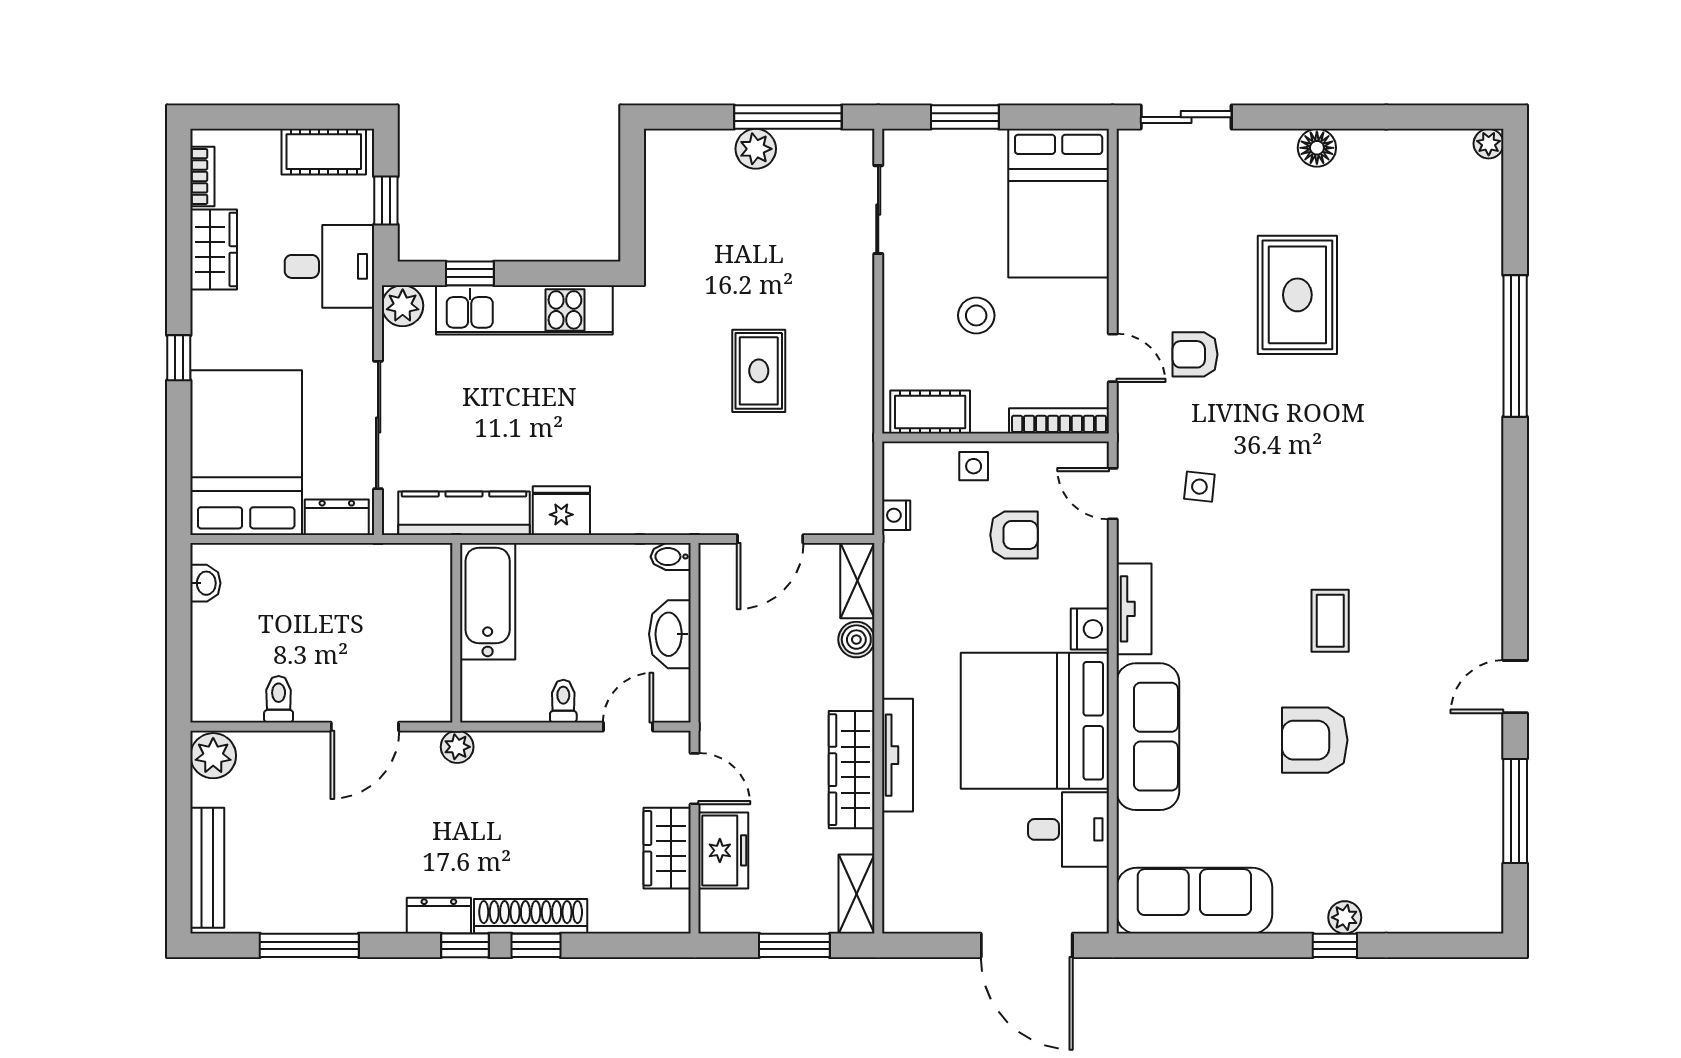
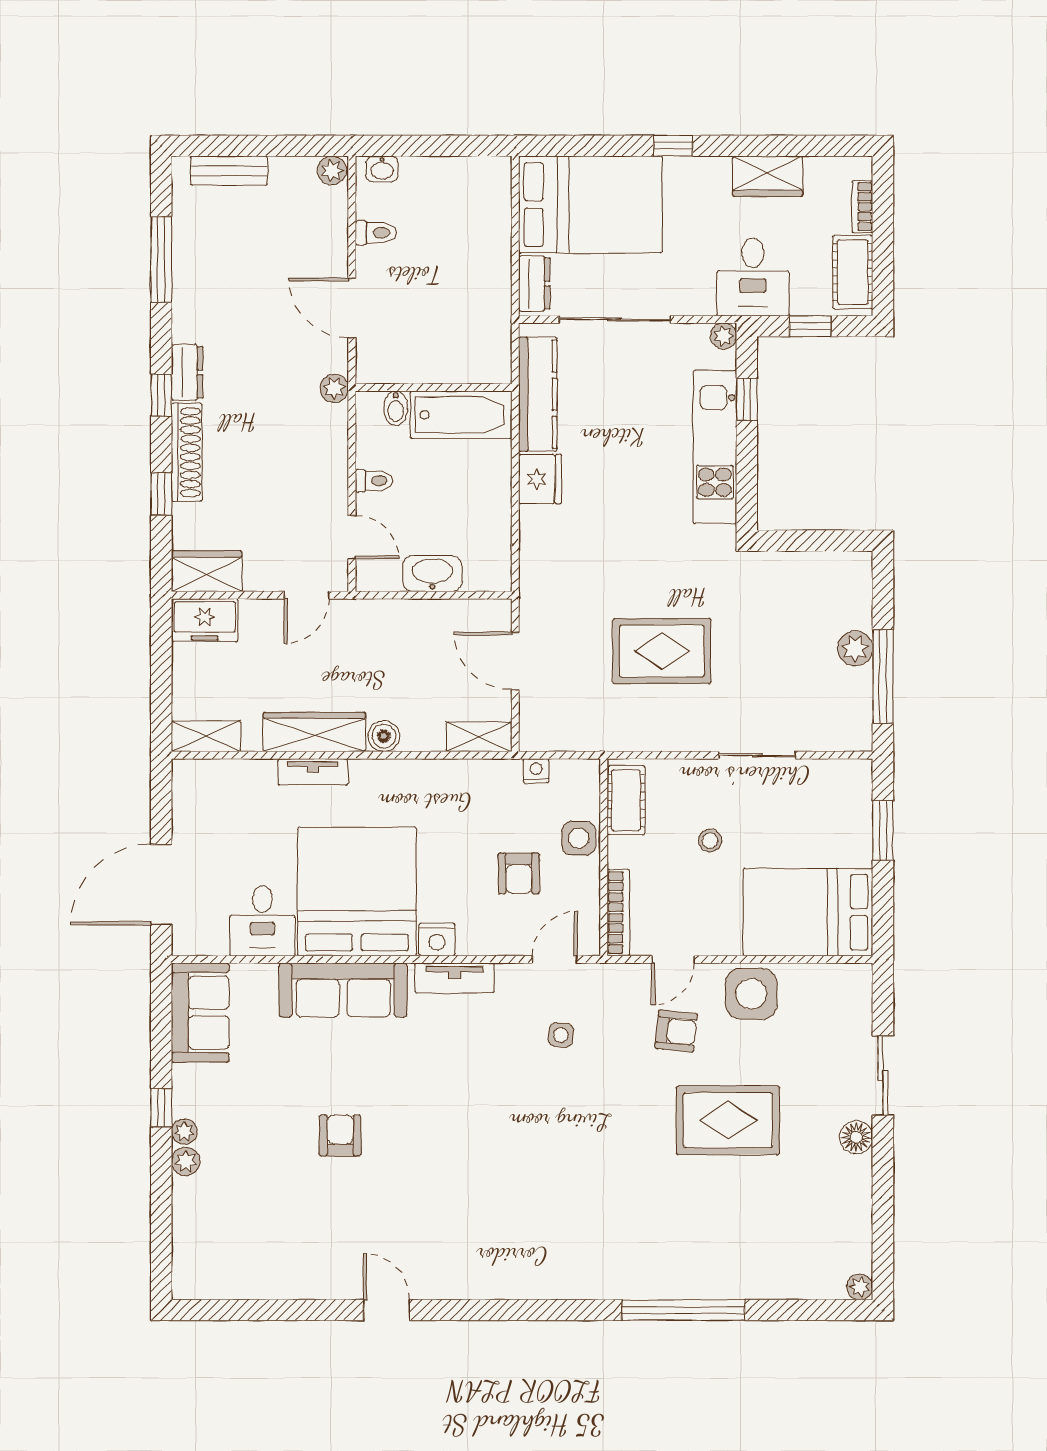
sliding door: (1186, 117) -> (883, 1075), moved
bookcase: (202, 176) -> (862, 207), moved, turned 90
sliding door: (878, 210) -> (757, 755), moved
side table: (1152, 268) -> (751, 994), added
plant: (403, 306) -> (723, 336), width x0.73, depth x0.73
stool: (976, 315) -> (710, 840), width x0.73, depth x0.73
armchair: (1195, 354) -> (676, 1031), turned 96
rug: (759, 371) -> (662, 651), width x1.36, depth x1.43
side table: (974, 466) -> (579, 838), width x1.37, depth x1.37
bidet: (671, 557) -> (396, 408), moved, turned 180
washbasin: (205, 583) -> (382, 169), moved
coffee table: (1330, 621) -> (444, 1149), removed
boiler: (856, 640) -> (384, 736), moved
armchair: (1315, 740) -> (340, 1135), width x0.72, depth x0.72
tv unit: (897, 755) -> (313, 772), width x0.71
plant: (213, 756) -> (332, 170), width x0.73, depth x0.73
window: (1515, 811) -> (278, 1310), removed
wardrobe: (667, 848) -> (207, 571), moved
freezer: (723, 850) -> (205, 620), moved
bench: (207, 868) -> (229, 171), width x0.73
sofa: (1194, 901) -> (200, 1013), width x0.73
plant: (1310, 919) -> (184, 1132), added
window: (536, 945) -> (161, 494), moved
window: (794, 945) -> (161, 682), removed
window: (1335, 945) -> (161, 1108), moved

